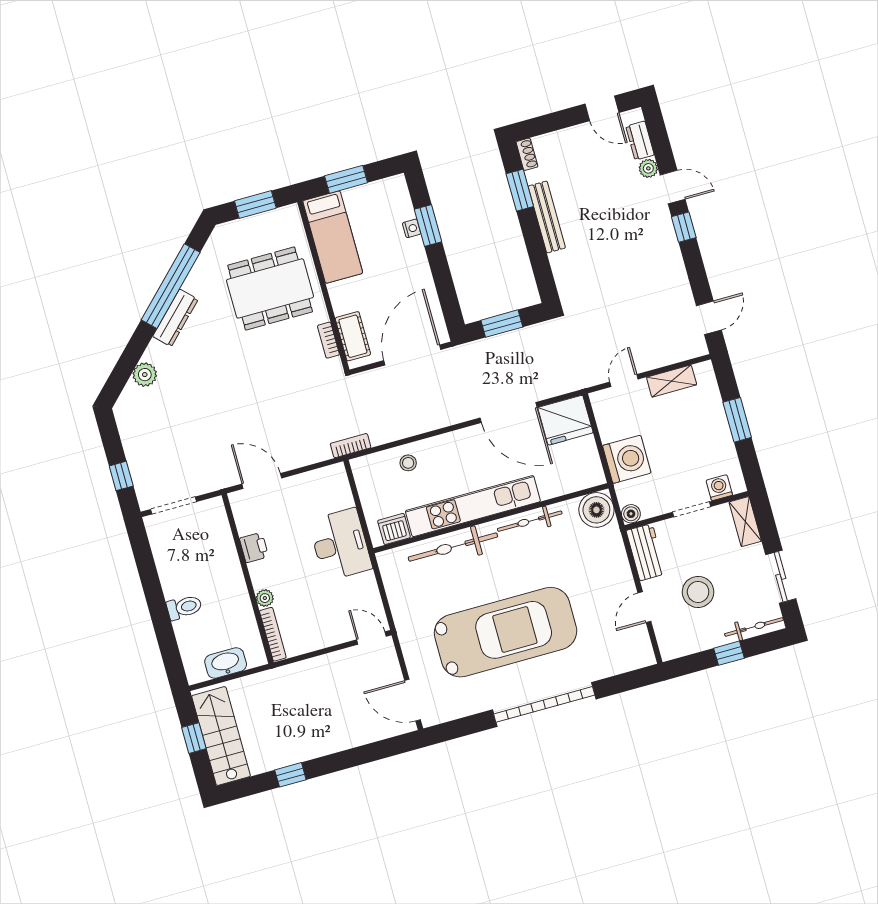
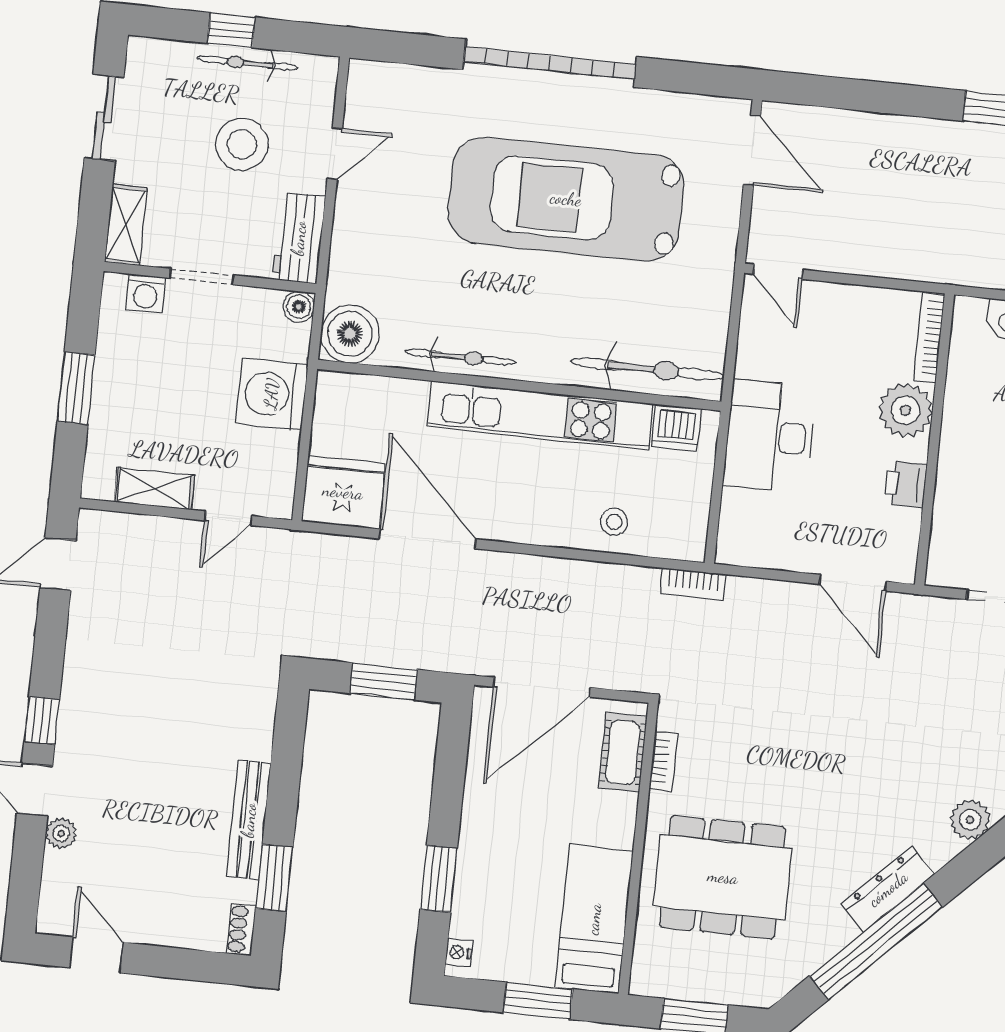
dresser: (640, 141) -> (57, 882), removed
nightstand: (412, 228) -> (459, 953), moved
bicycle: (453, 547) -> (648, 369), moved
plant: (265, 598) -> (906, 410), width x1.88, depth x1.88
bicycle: (754, 627) -> (247, 63), moved

